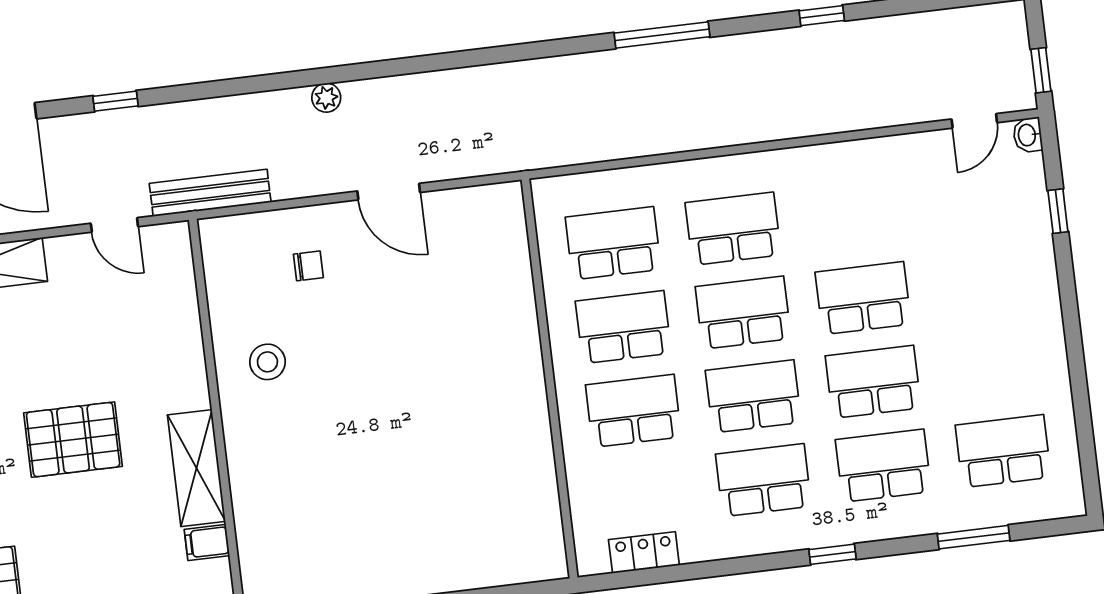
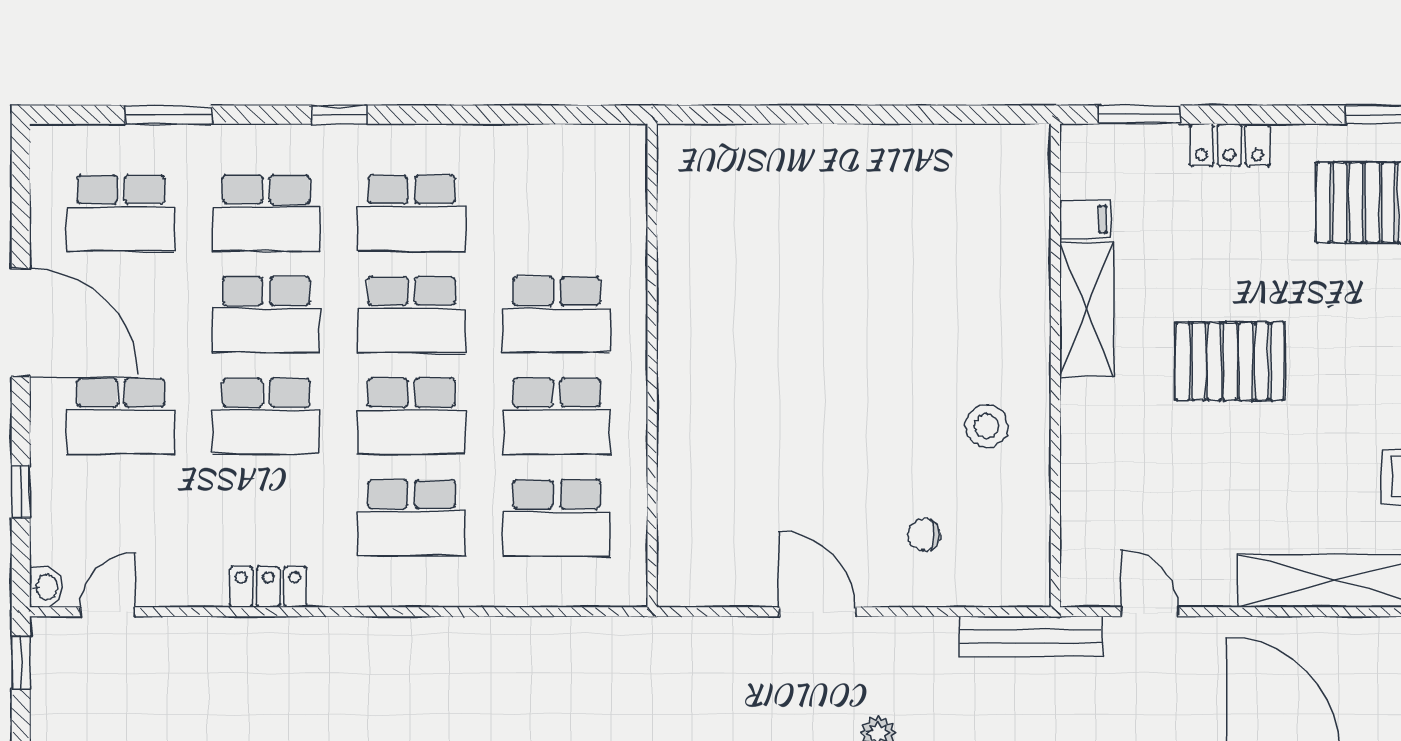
school desk: (983, 284) -> (121, 416), added
door: (1075, 351) -> (21, 322), added
locker: (644, 552) -> (268, 587), moved, turned 180

